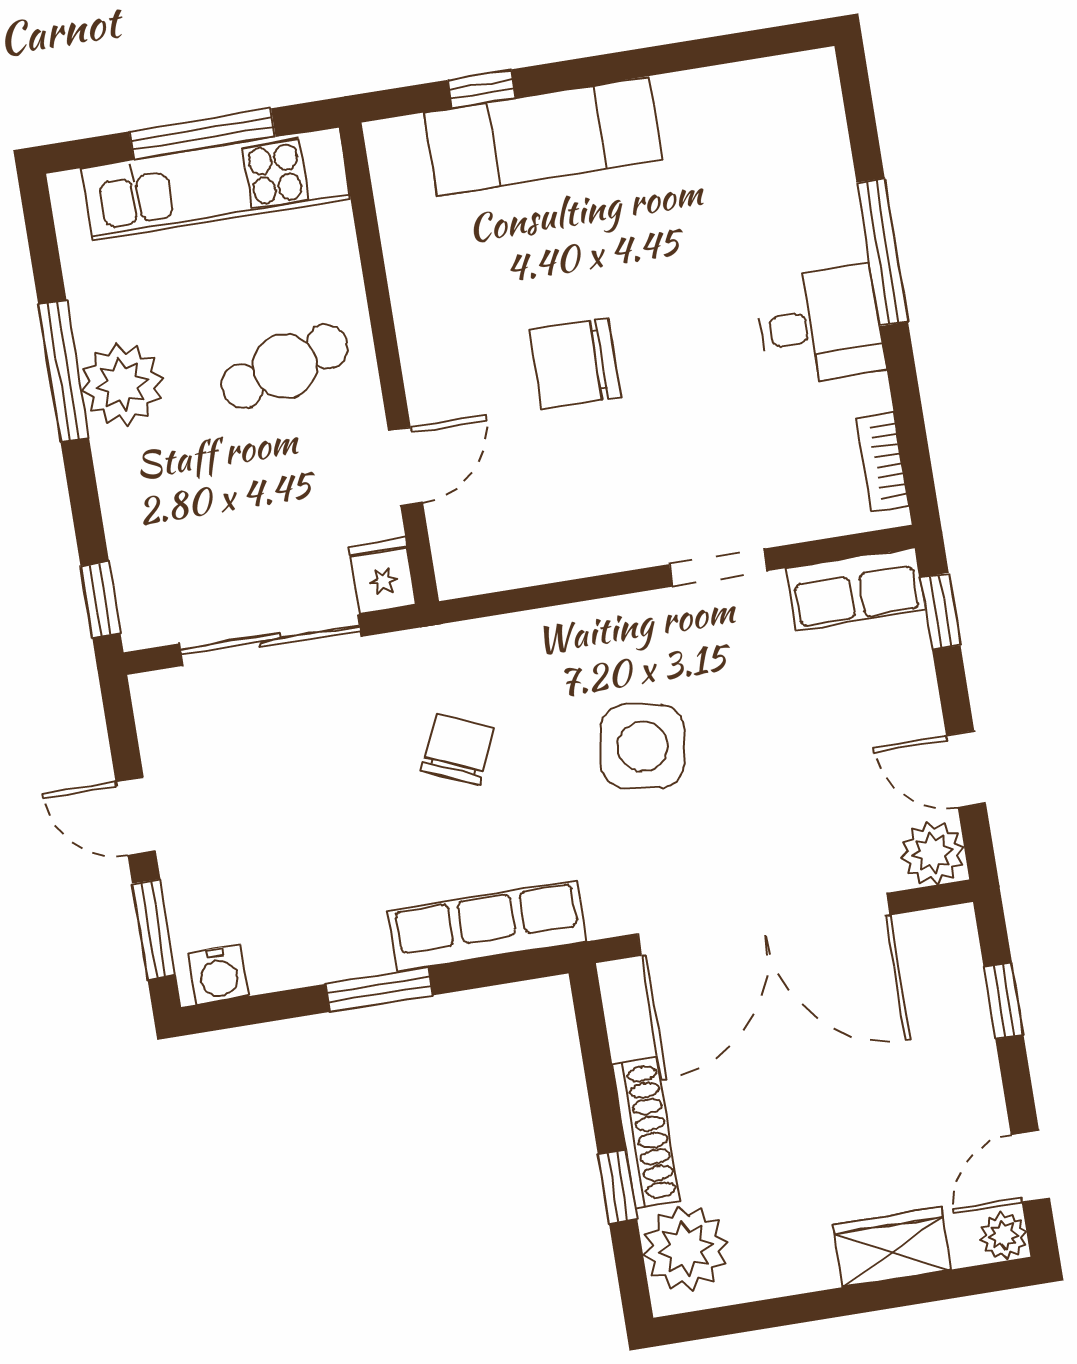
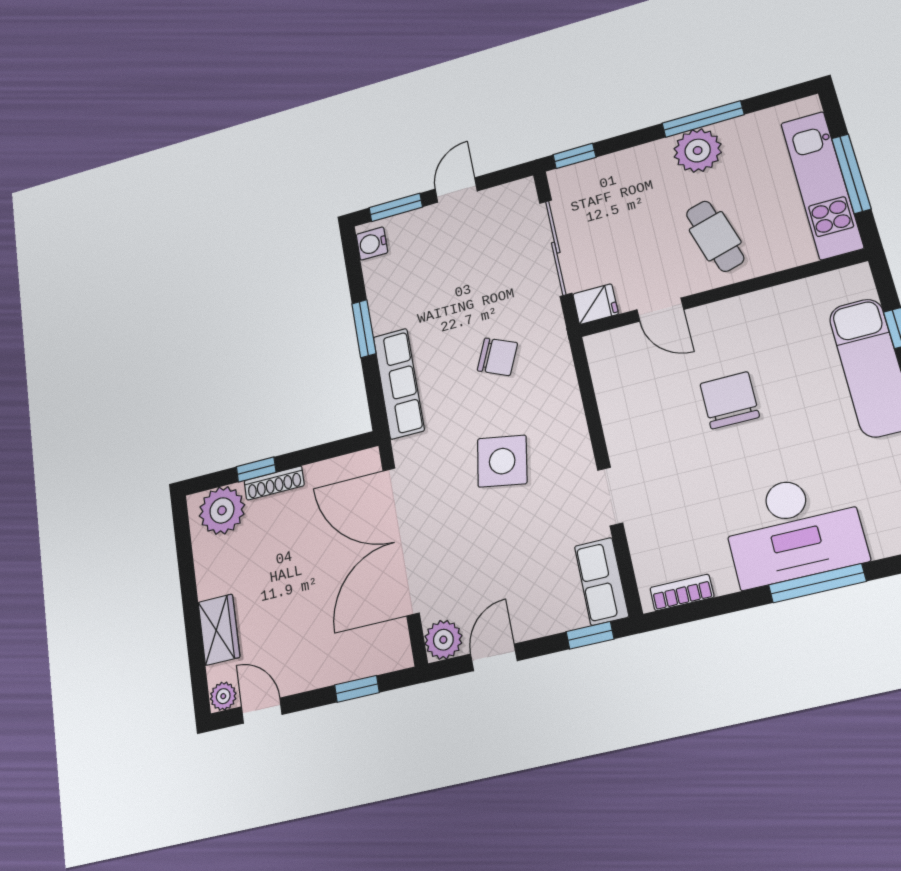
desk: (820, 325) -> (793, 529), width x1.87, depth x1.30
shoe rack: (646, 1133) -> (274, 483), width x0.74, depth x0.81

